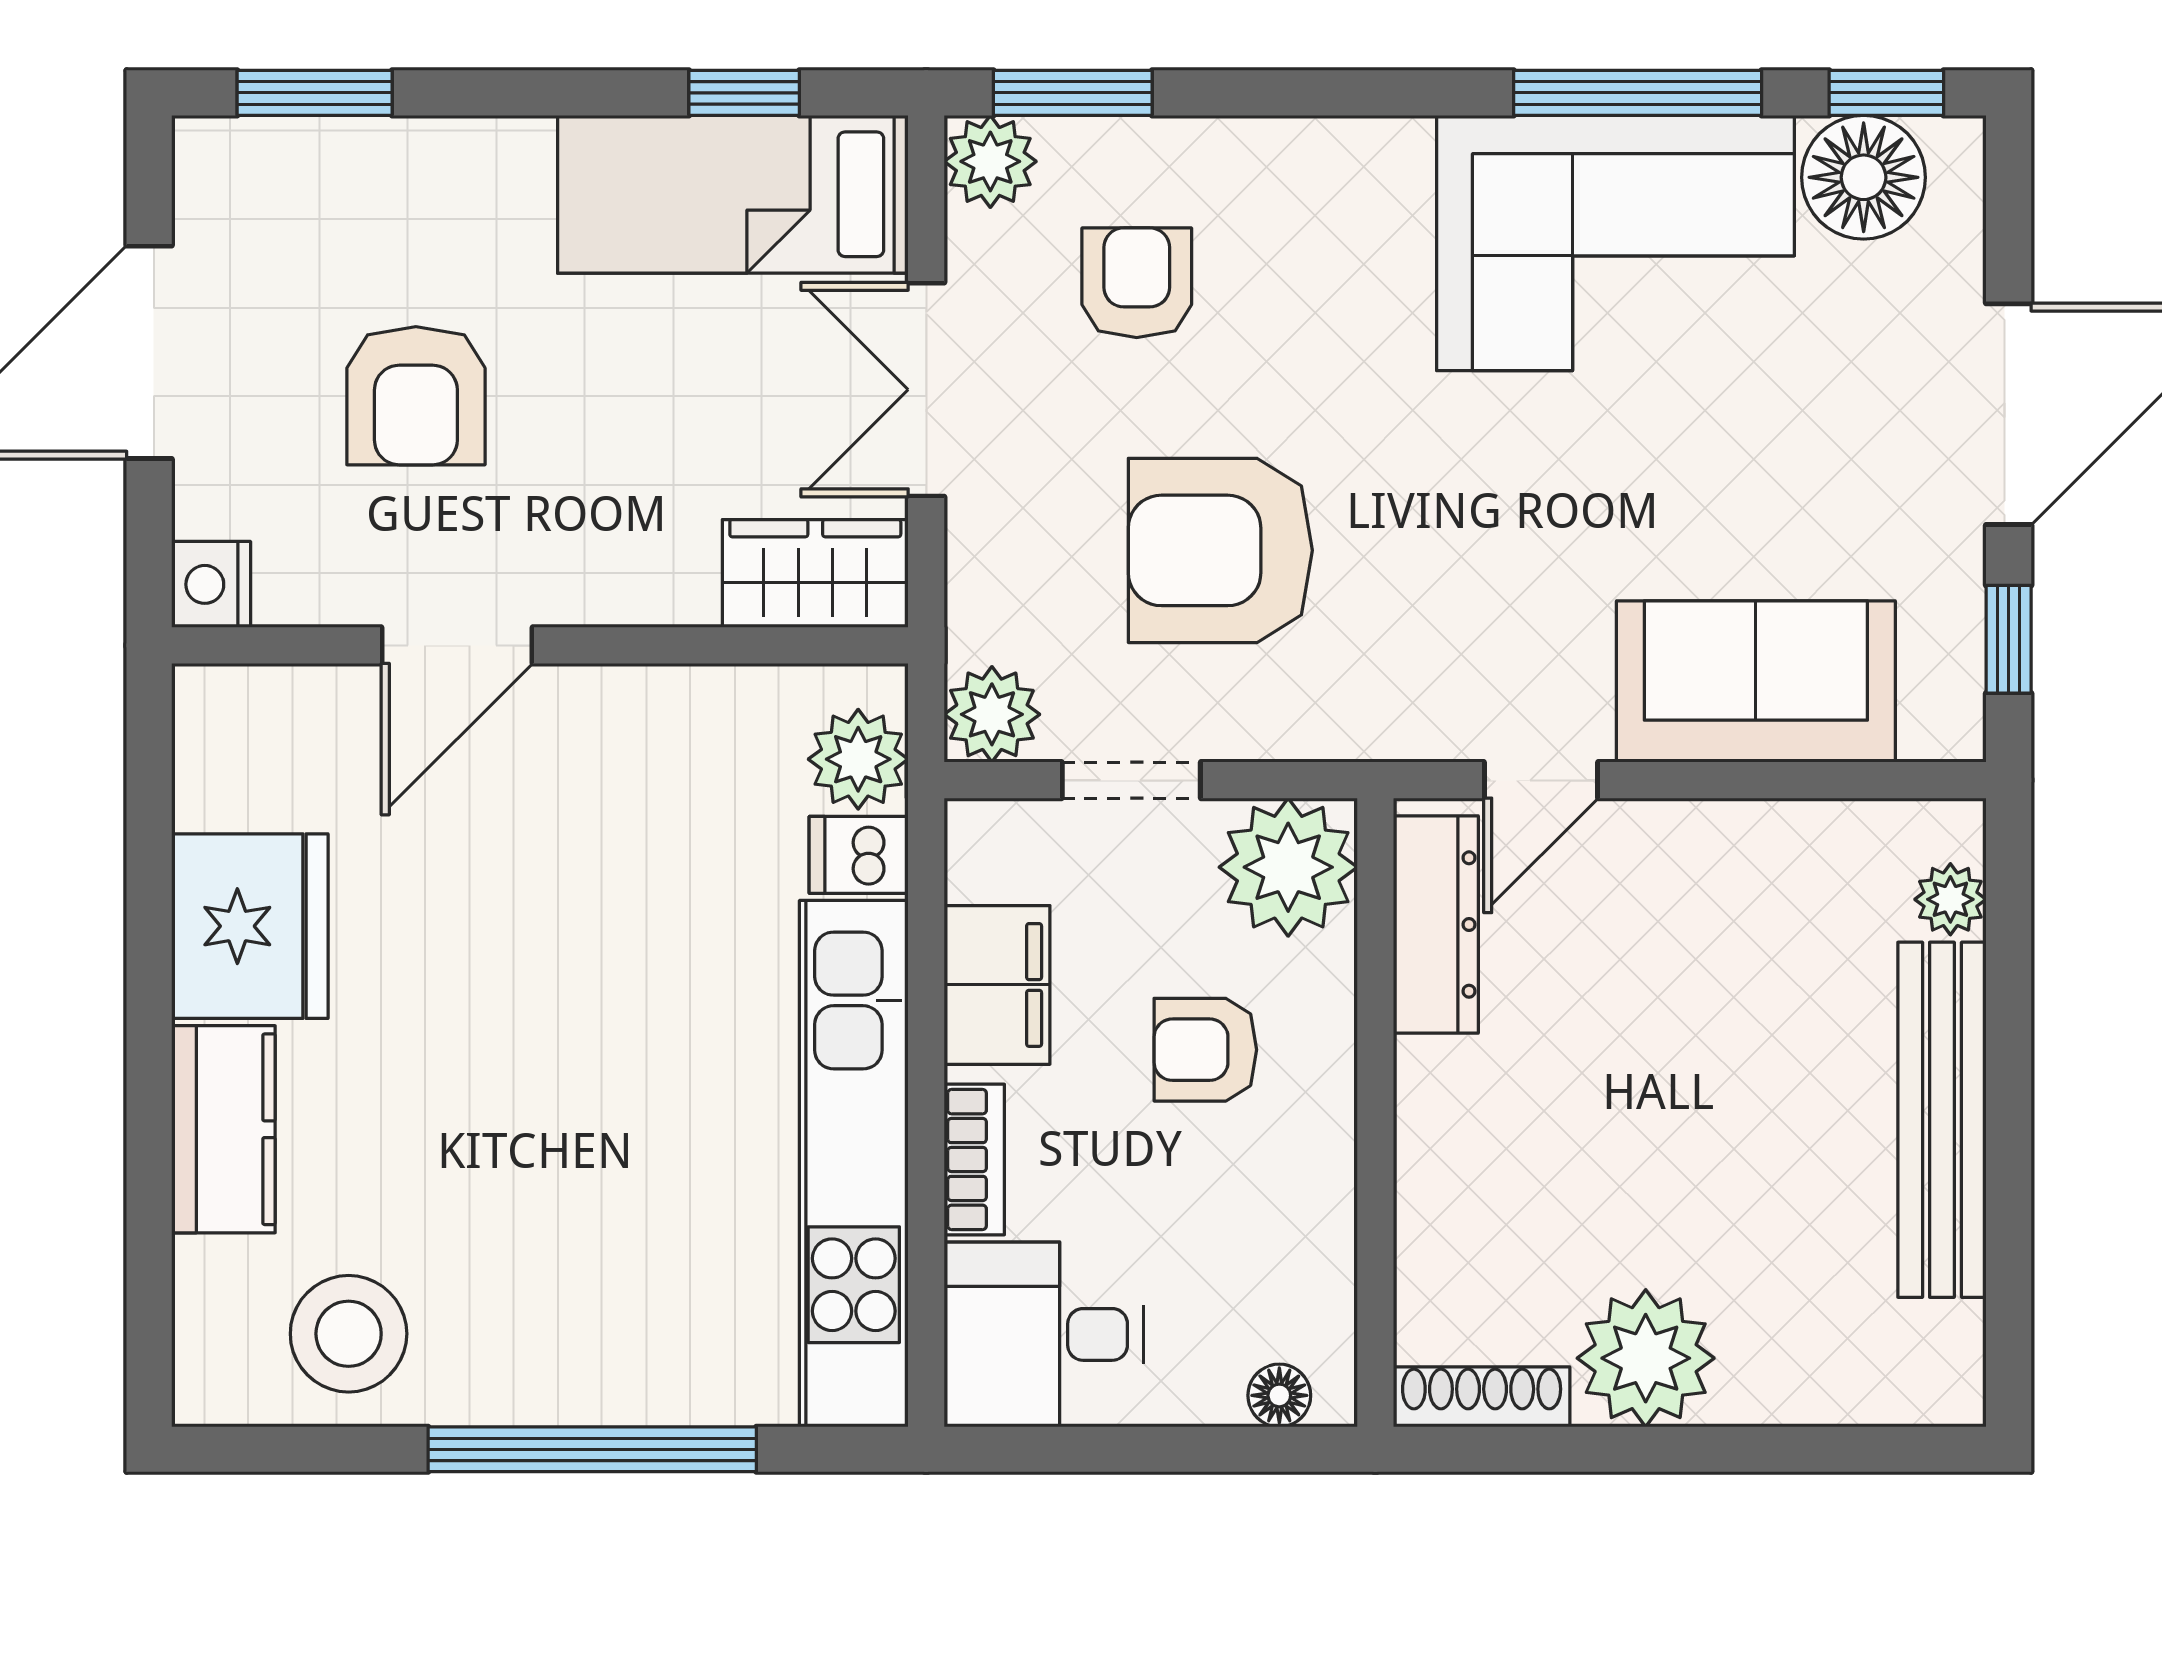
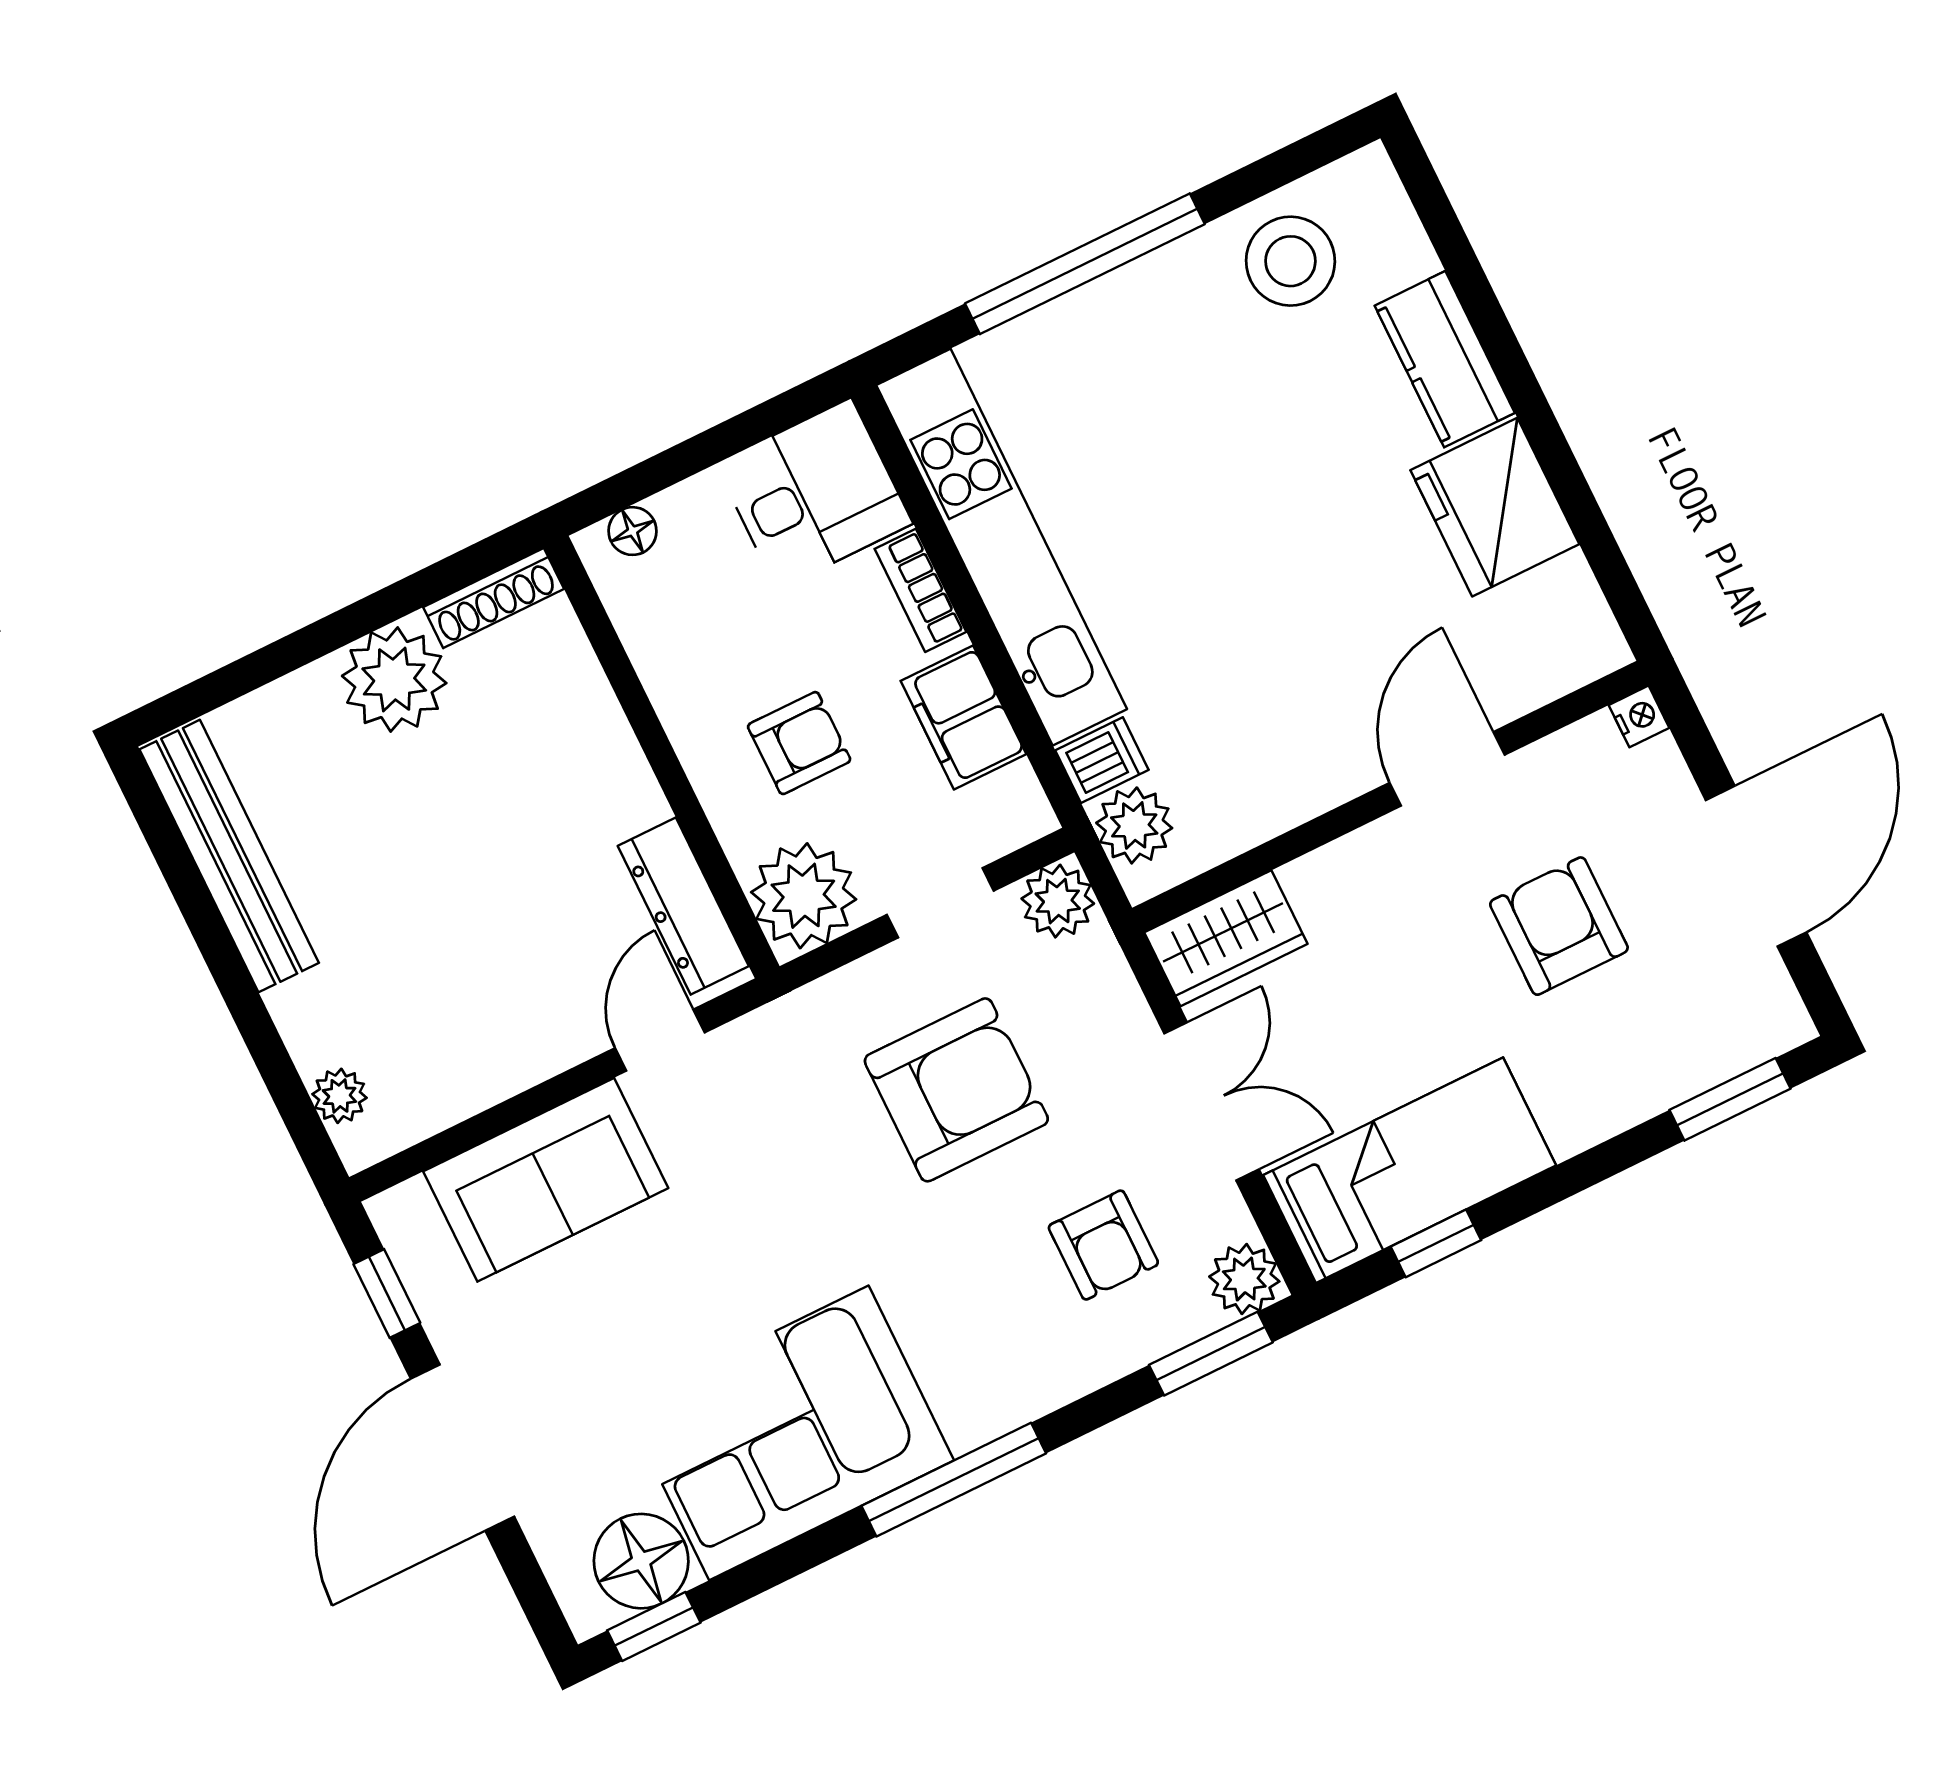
window: (1638, 93) -> (954, 1480), moved
nightstand: (211, 584) -> (1639, 716), width x0.72, depth x0.74
bench: (1942, 1120) -> (229, 856), moved

